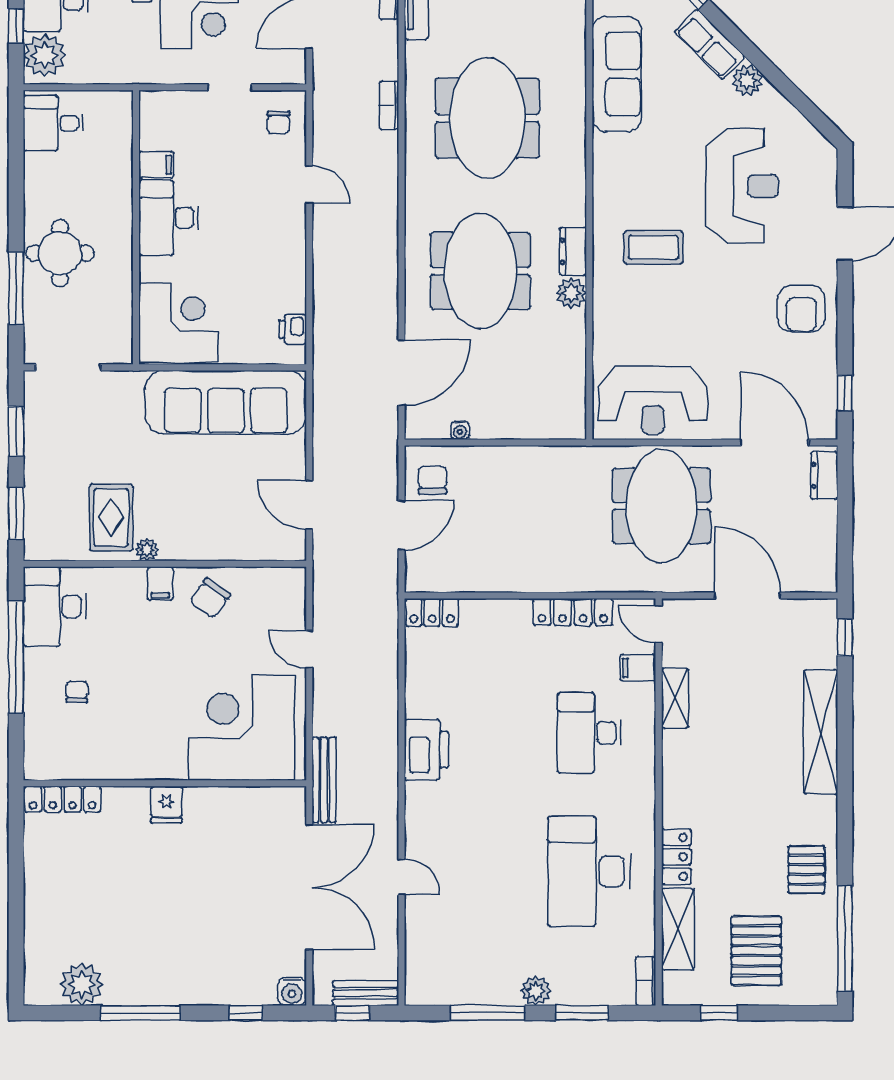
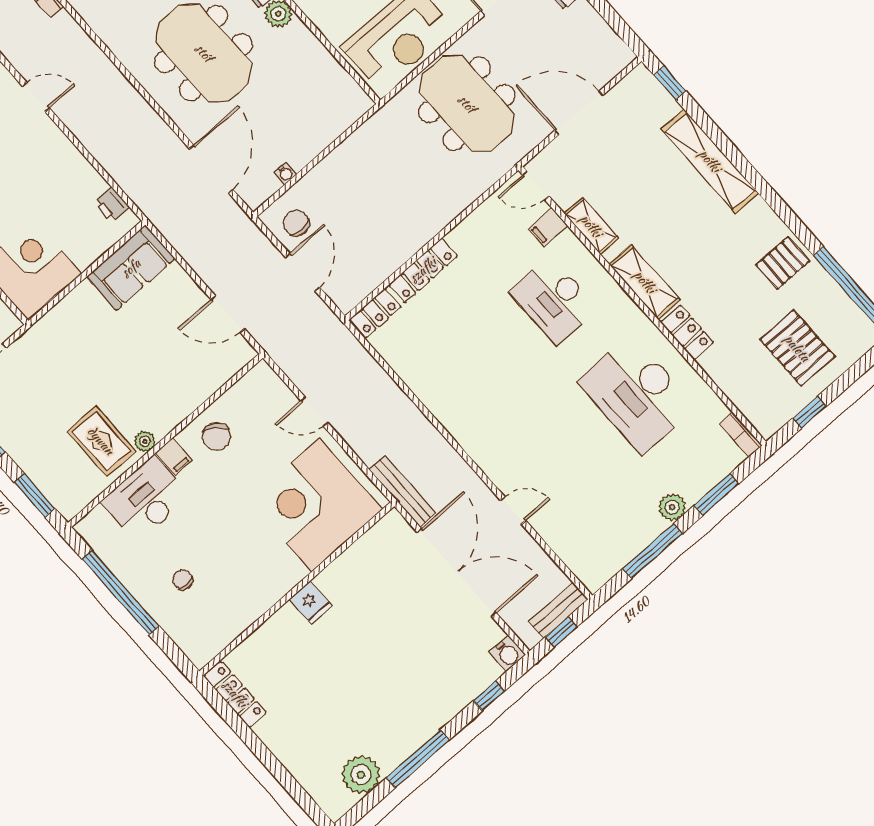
sofa: (226, 402) -> (131, 268), width x0.54, depth x0.79
desk: (55, 607) -> (146, 499), moved, turned 90
locker: (573, 612) -> (423, 270), moved
printer: (426, 750) -> (454, 409), removed
locker: (63, 799) -> (235, 694), moved, turned -90
pallet: (807, 870) -> (783, 263), turned 90
shelving: (678, 929) -> (645, 282), moved

